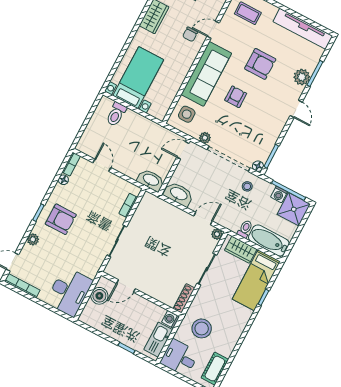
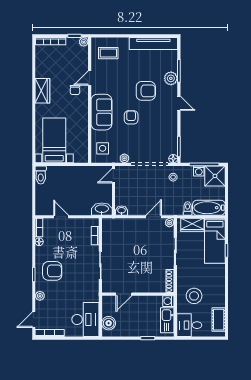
armchair: (260, 64) -> (146, 91), moved
sofa: (206, 74) -> (101, 112), width x0.73
toilet: (116, 114) -> (41, 175), moved
washbasin: (179, 194) -> (122, 211), width x0.52, depth x0.69
boiler: (99, 296) -> (109, 323), moved

